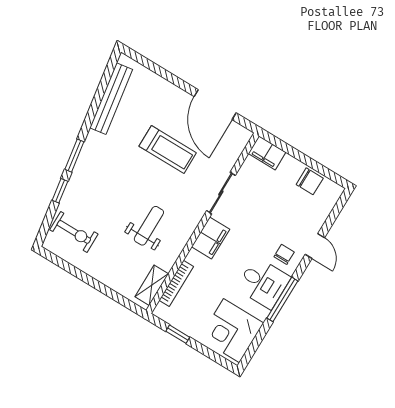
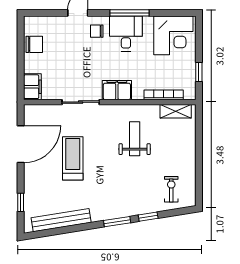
window: (155, 68) -> (21, 202), added
chair: (310, 181) -> (34, 44), turned 90
weight bench: (149, 226) -> (135, 139), turned 90
exercise bike: (74, 232) -> (171, 189), width x0.73, depth x0.72

